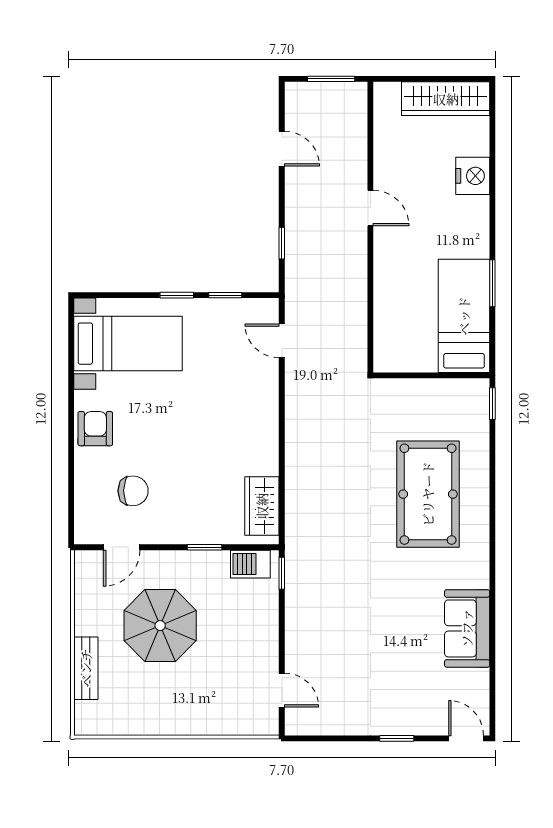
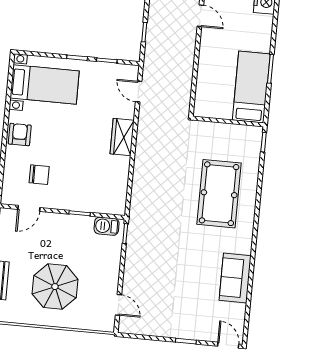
wardrobe: (262, 506) -> (122, 137), moved
parasol: (160, 626) -> (55, 287), moved

